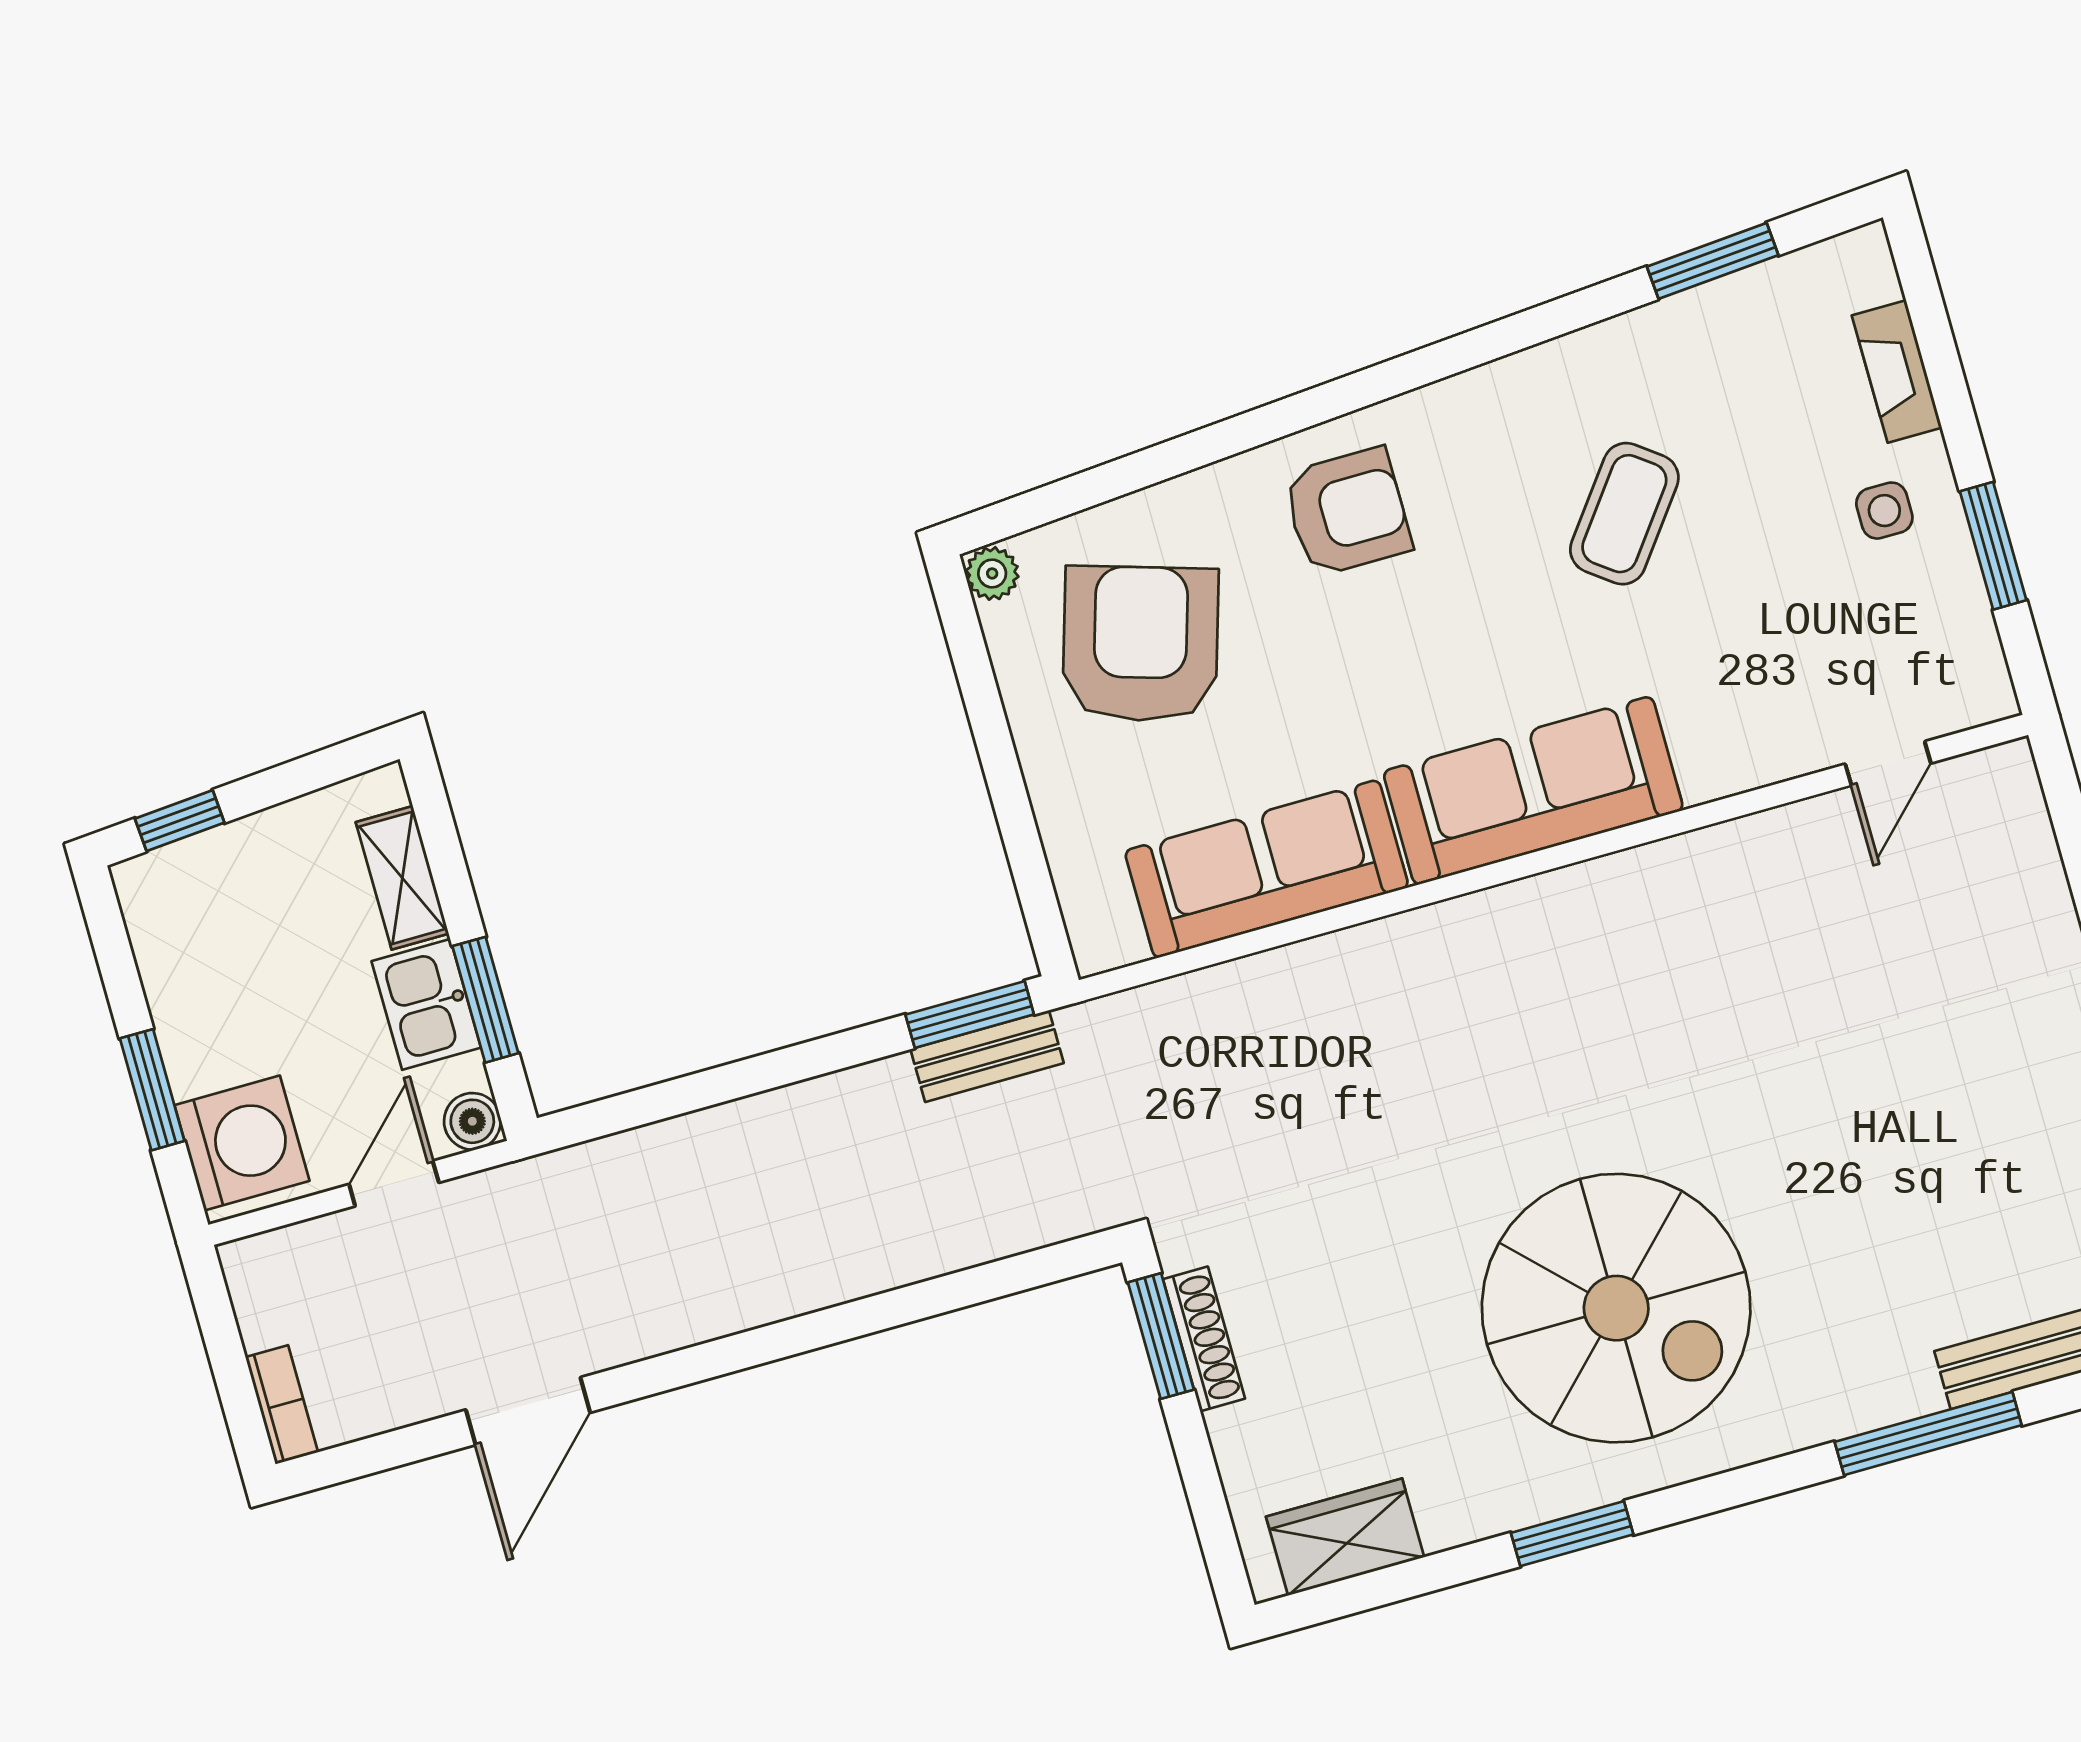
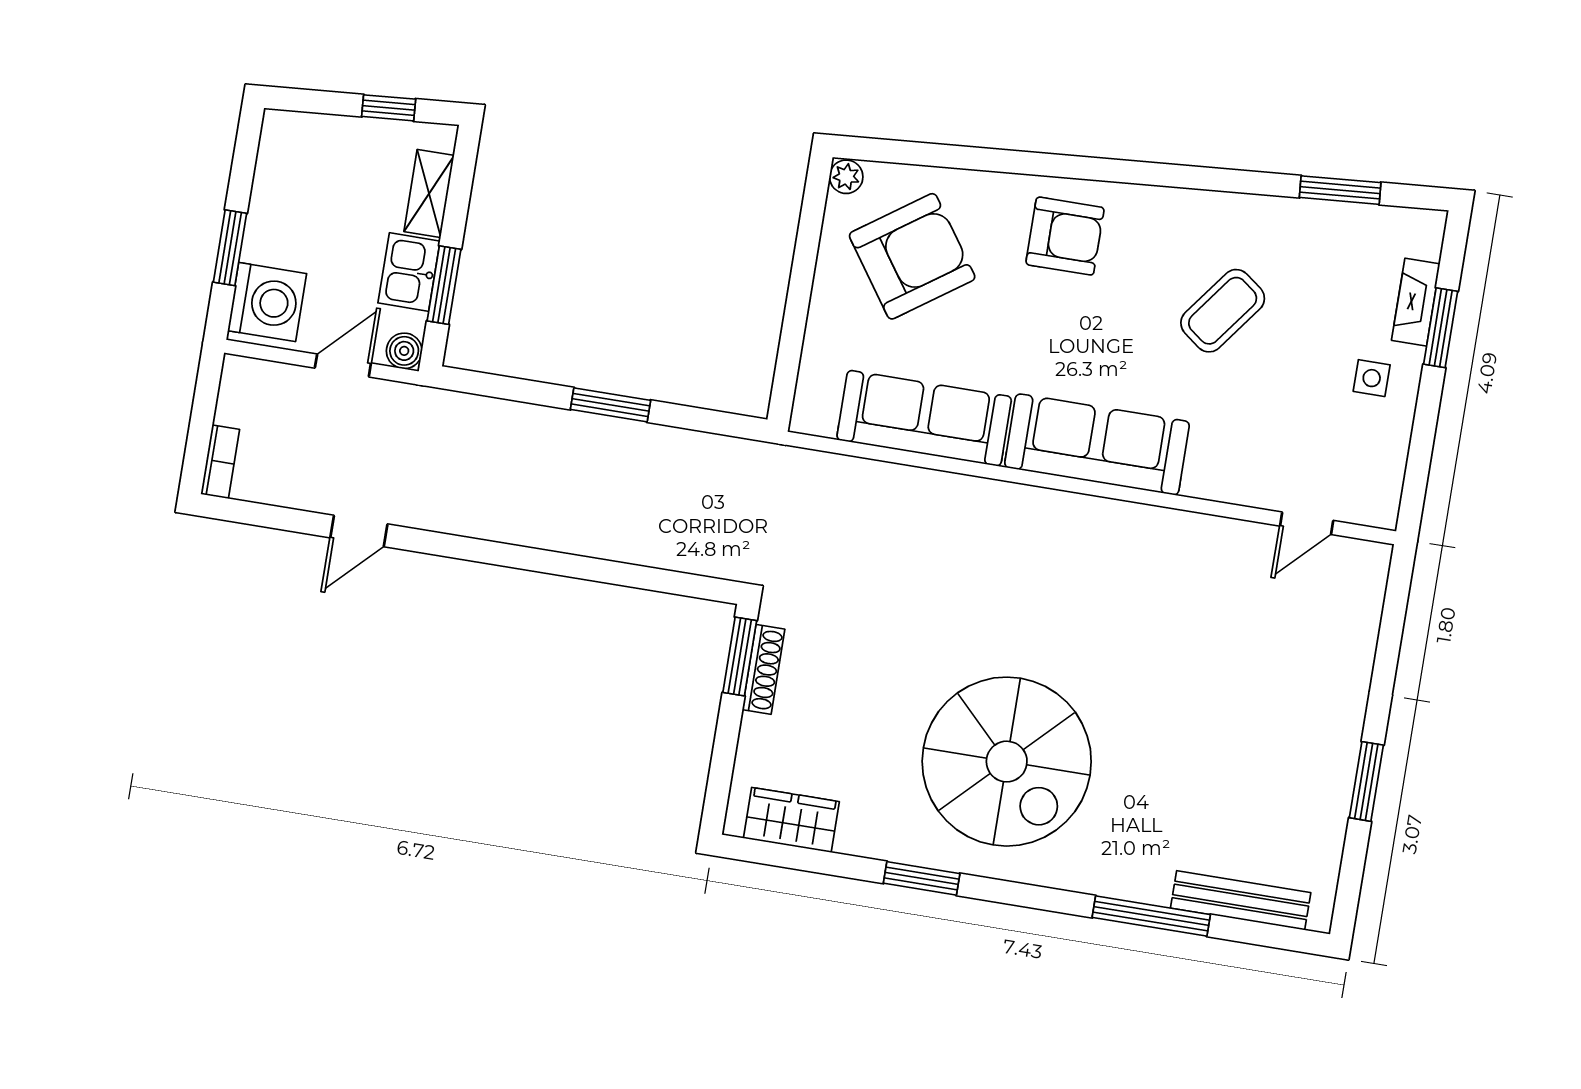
window: (1993, 546) -> (1441, 328), moved
armchair: (1140, 644) -> (912, 256), turned 38
window: (180, 821) -> (389, 108), moved
window: (970, 1014) -> (610, 405), moved
bench: (987, 1056) -> (715, 451), removed
door: (528, 1411) -> (359, 531), width x0.73

